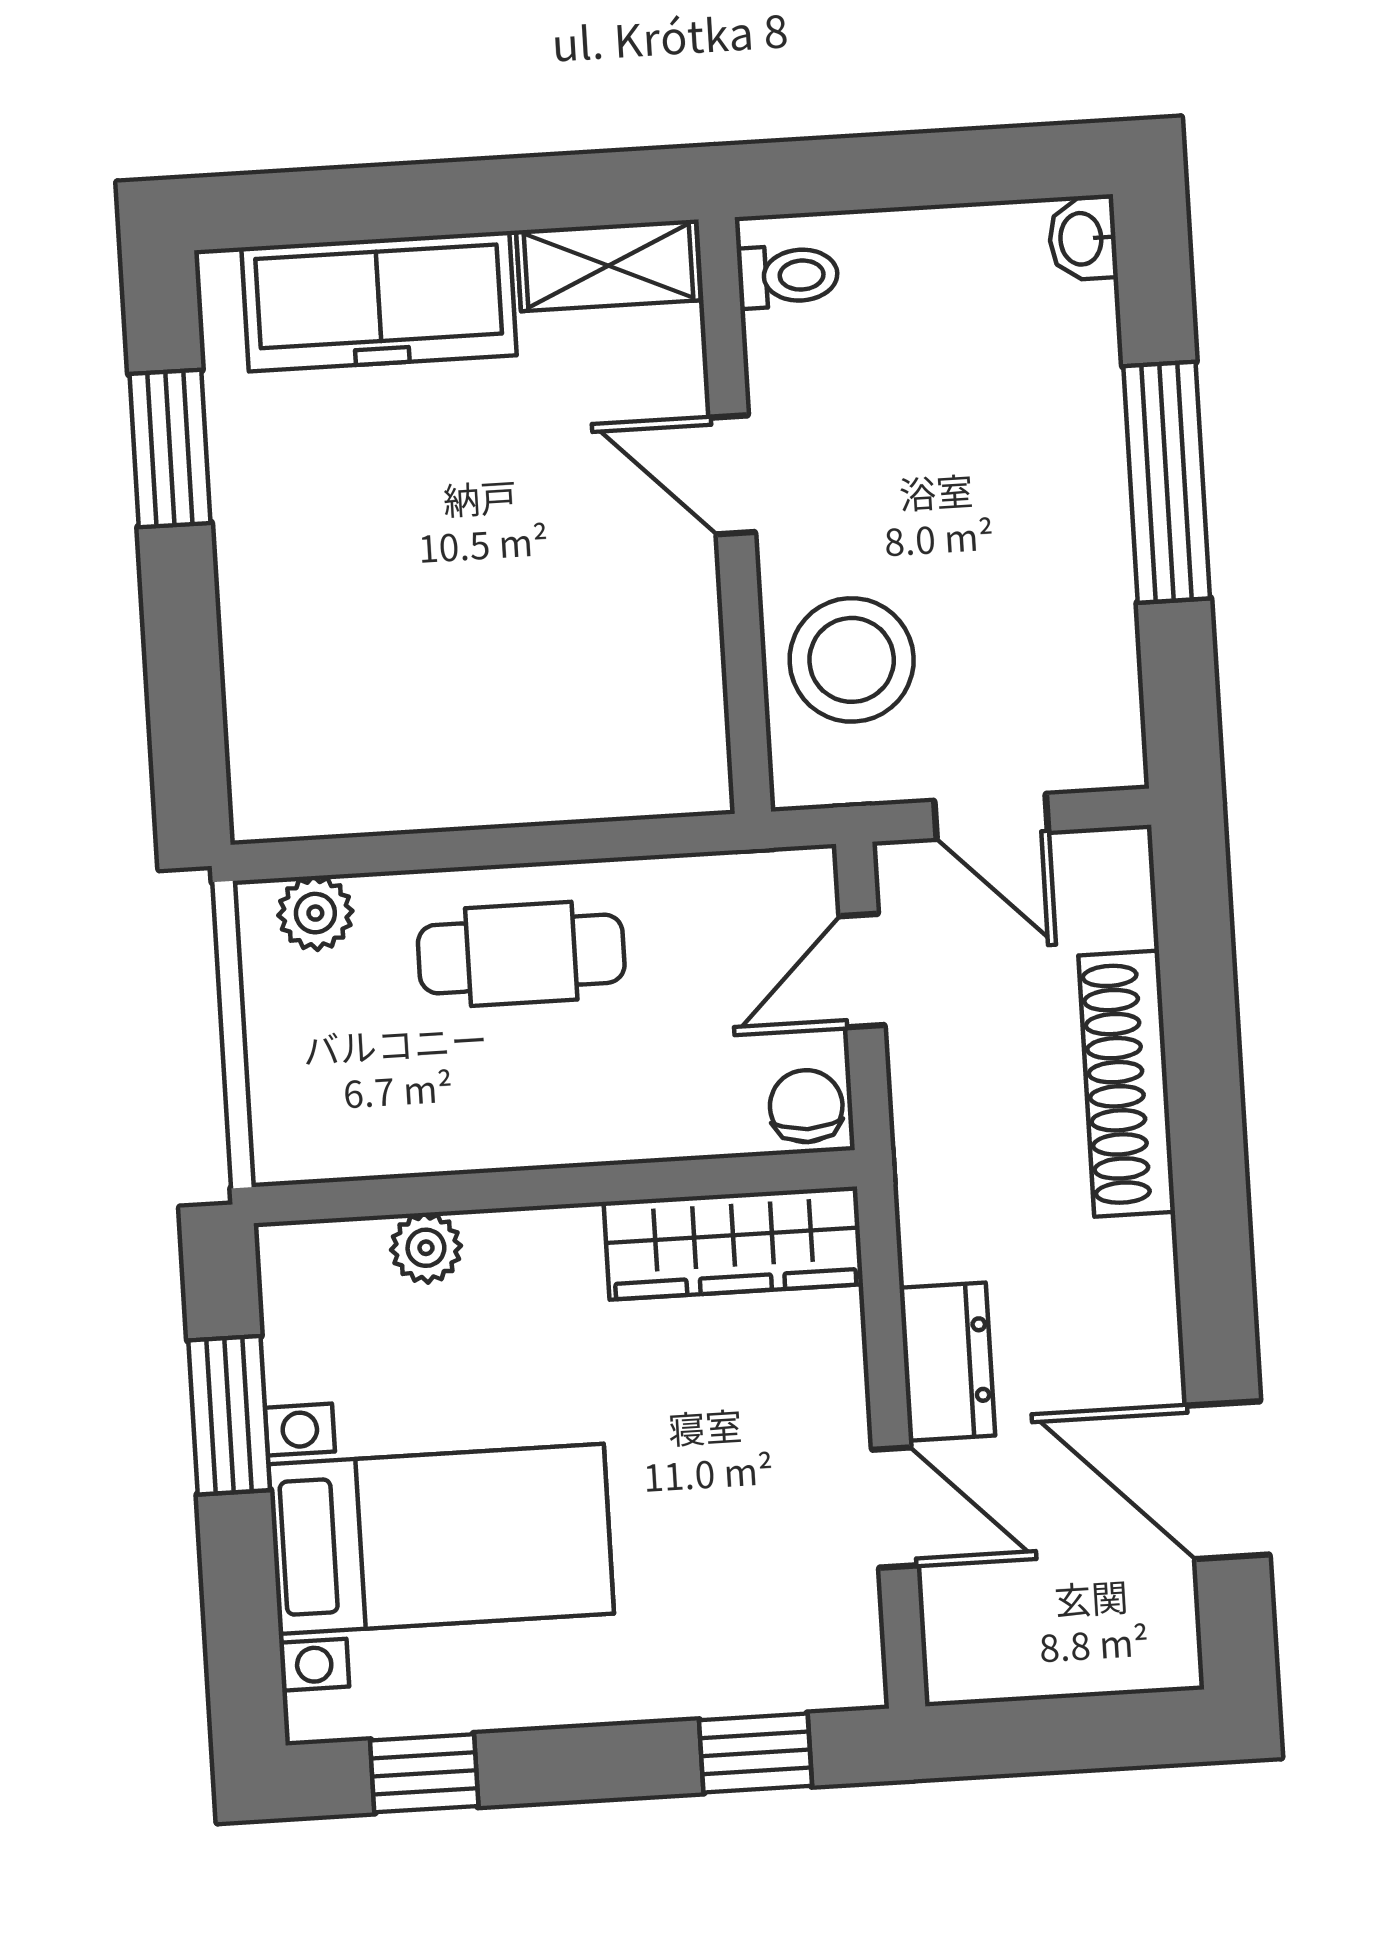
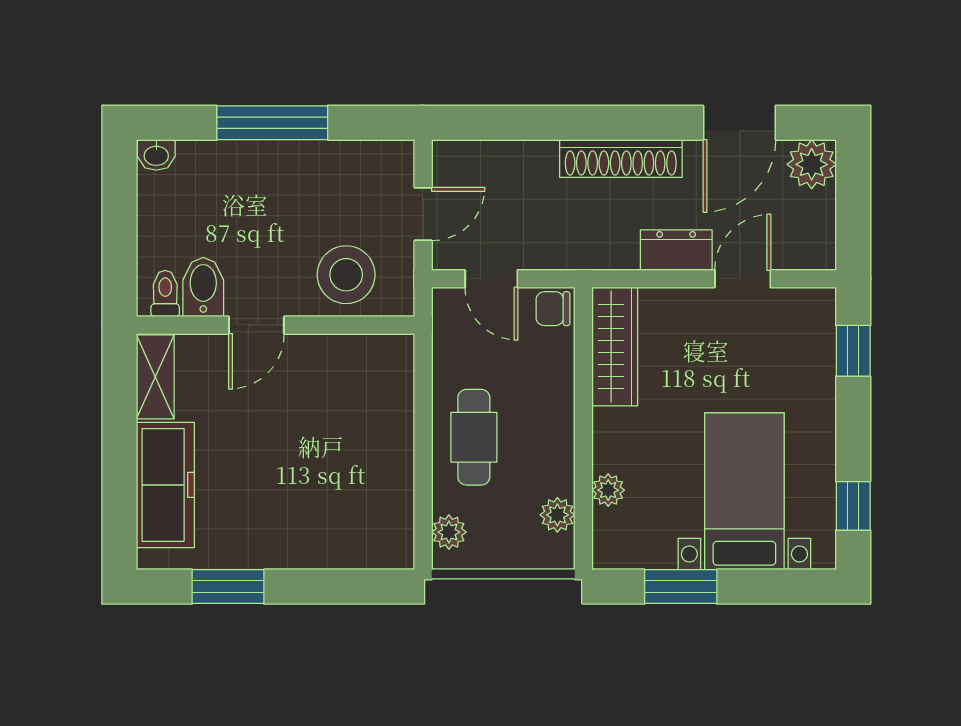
bidet: (807, 356) -> (203, 287), added
shoe rack: (1127, 1084) -> (621, 158), moved
plant: (366, 1143) -> (557, 515), added
plant: (1148, 1640) -> (812, 164), added

